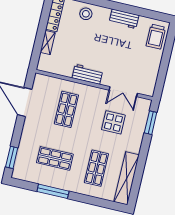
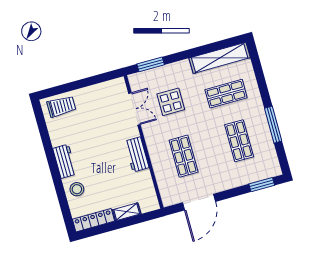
workbench: (124, 19) -> (65, 161), moved
shop shelf: (66, 109) -> (184, 156), turned 90

